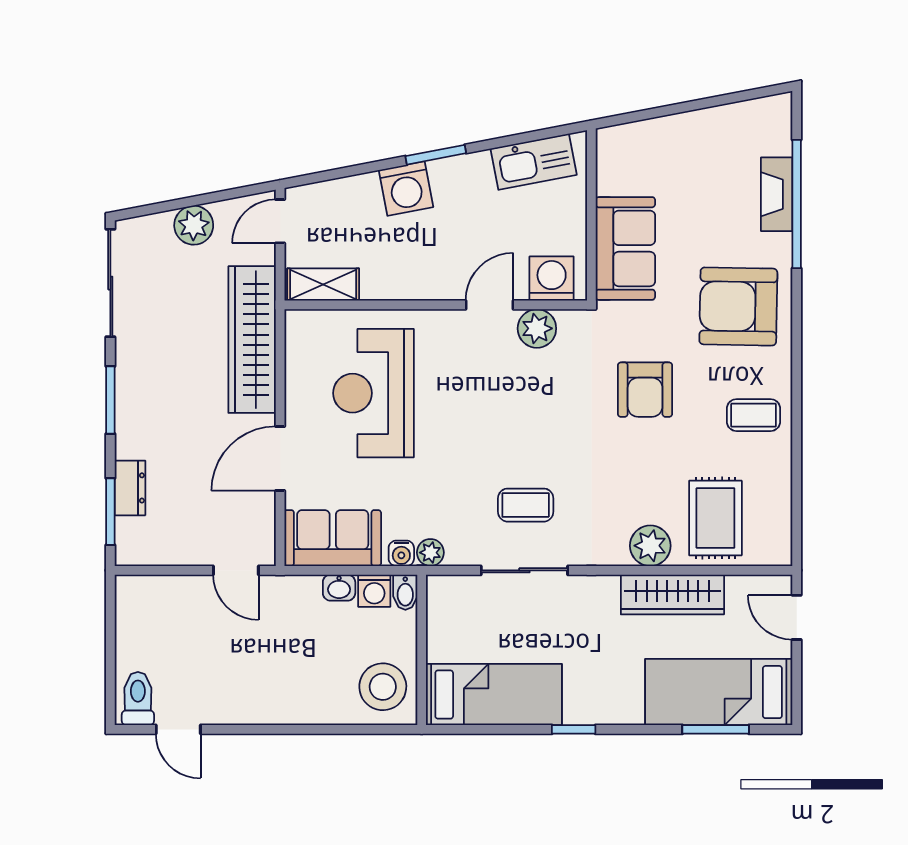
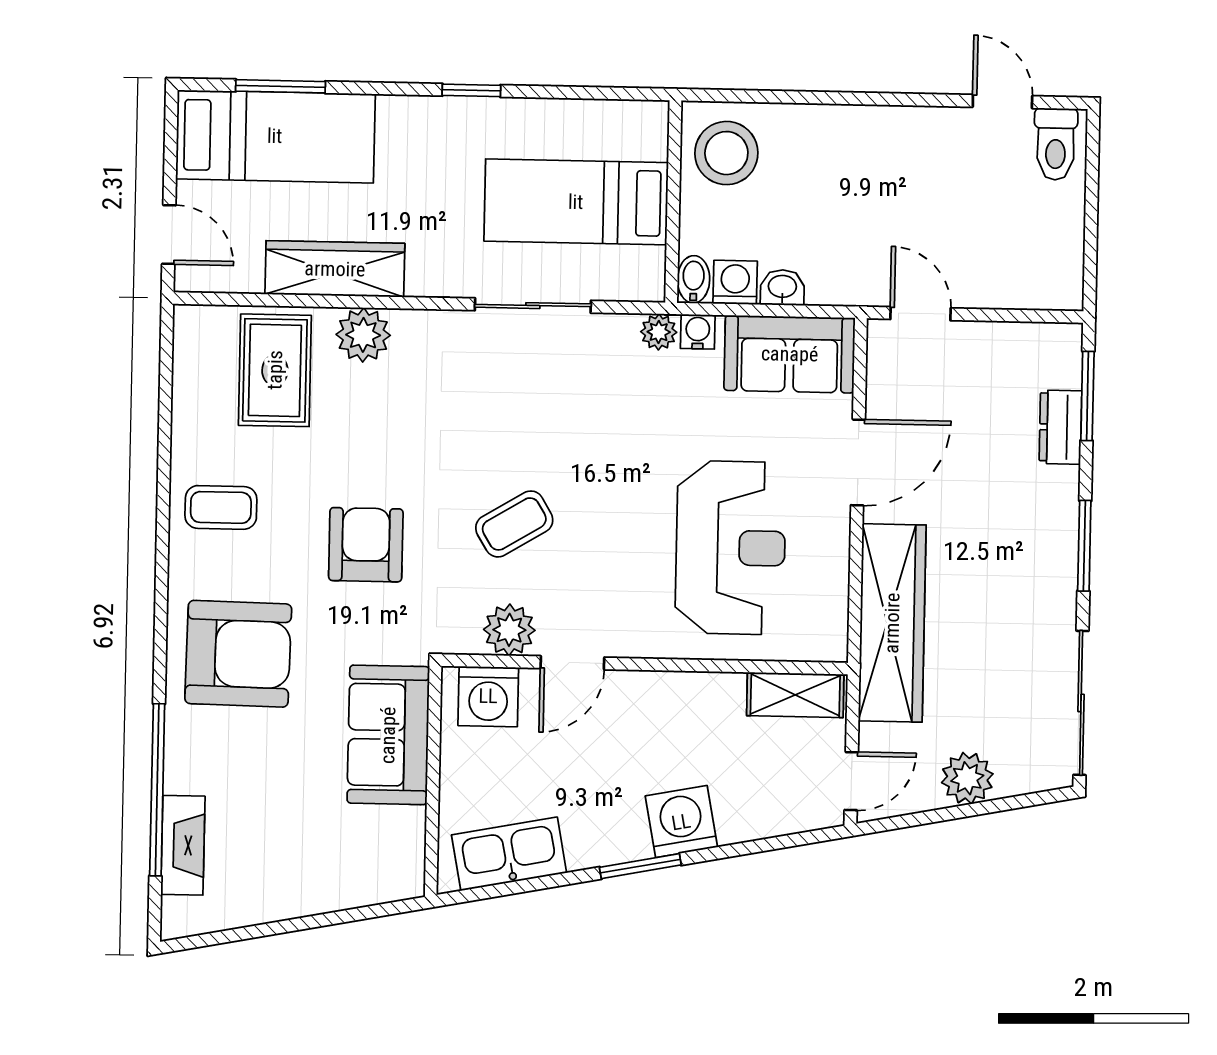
fireplace: (777, 194) -> (183, 845), moved
coffee table: (526, 505) -> (514, 524), moved, turned -31
bed: (494, 695) -> (576, 202), moved

